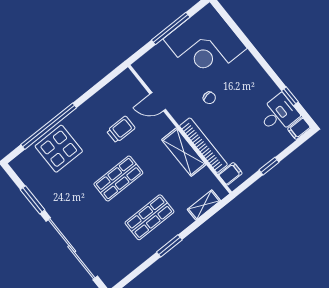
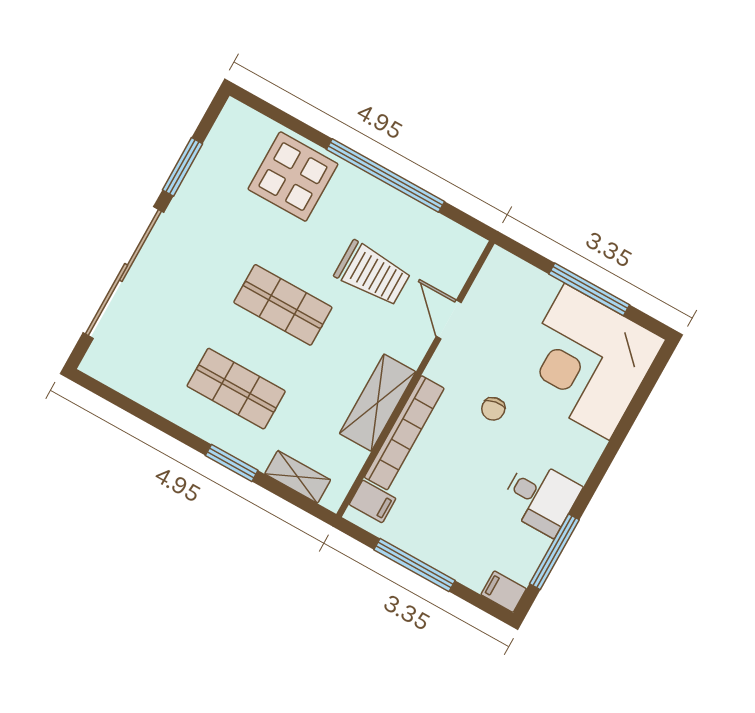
window: (290, 96) -> (554, 552), width x2.17
desk: (278, 114) -> (540, 497), moved
window: (49, 126) -> (385, 176), moved
trolley: (121, 129) -> (372, 274), width x1.36, depth x1.39
window: (269, 166) -> (415, 565), width x2.17
window: (169, 246) -> (232, 463), moved

